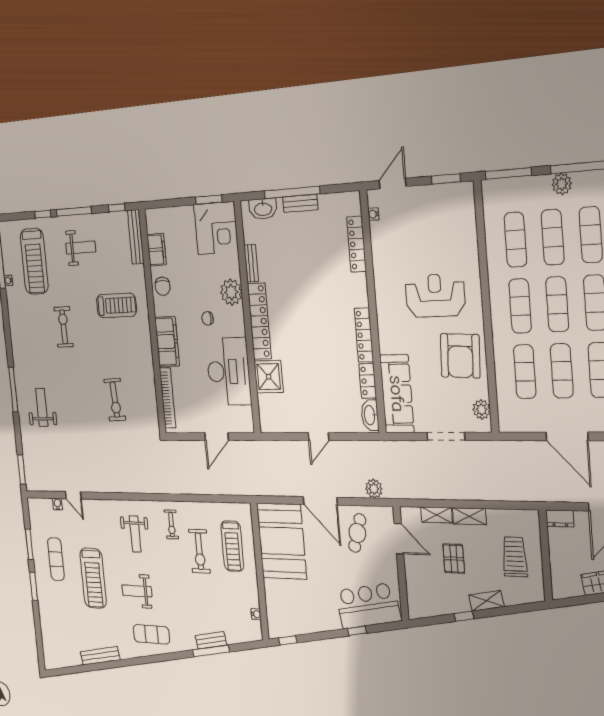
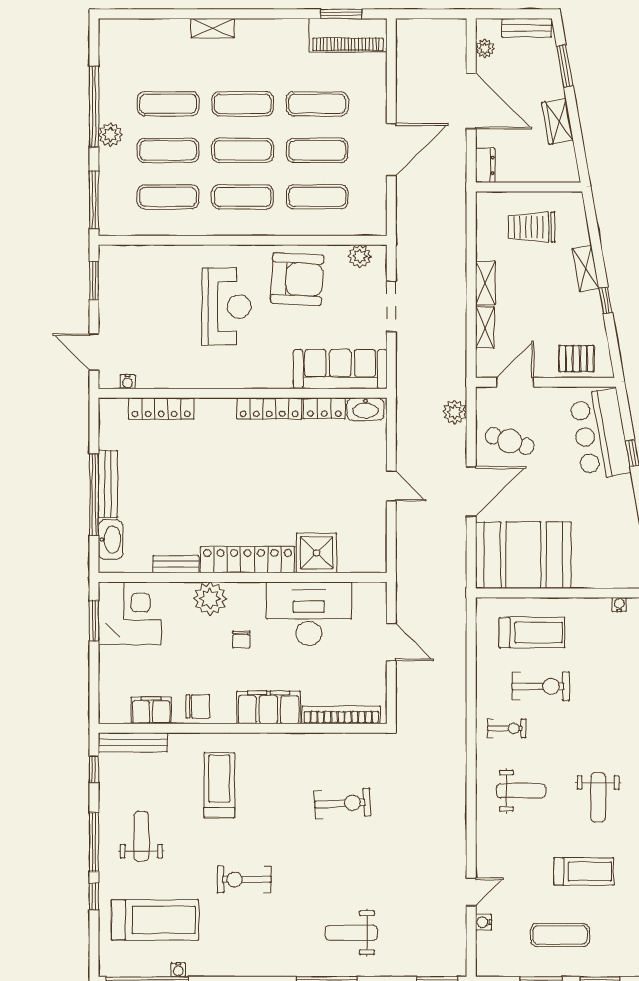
bench: (300, 203) -> (108, 484), width x1.36
reception desk: (435, 296) -> (226, 306), turned 180
pallet: (454, 559) -> (576, 359), moved
treadmill: (93, 578) -> (584, 871), width x0.73, depth x0.73

